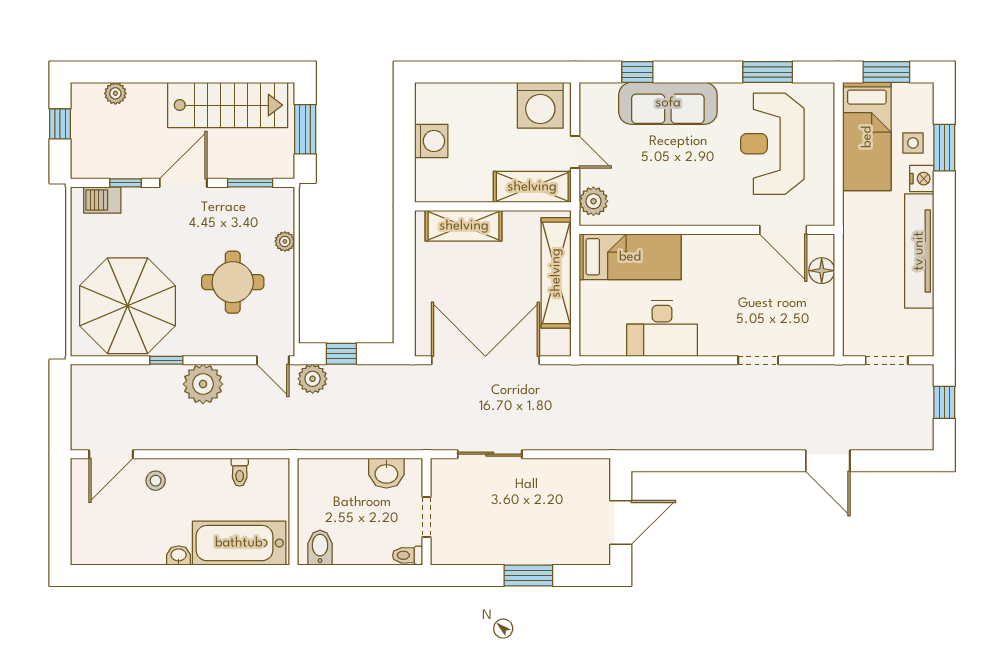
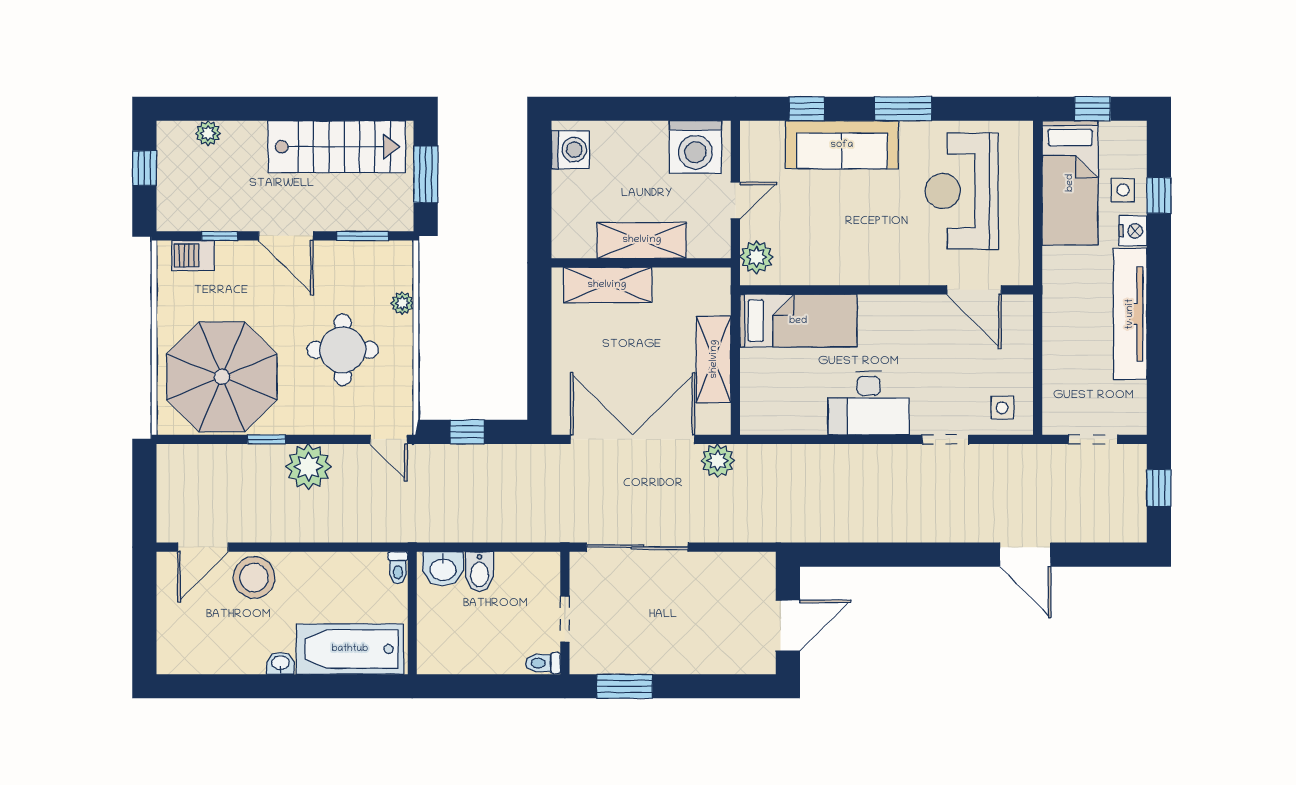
window: (768, 72) -> (903, 109), moved
window: (886, 72) -> (1092, 109), width x0.67
washing machine: (431, 141) -> (570, 150), moved
window: (944, 148) -> (1159, 195), width x0.67
door: (575, 152) -> (735, 201), hinge flipped
door: (183, 183) -> (286, 236), swing flipped
shelving: (532, 187) -> (642, 240), moved
floor lamp: (822, 271) -> (1018, 337), removed
shelving: (556, 273) -> (714, 359), width x0.68
desk: (662, 329) -> (869, 403), moved
side table: (808, 333) -> (1002, 408), added
plant: (313, 379) -> (718, 461), moved
sliding door: (490, 454) -> (637, 547), width x1.37
toilet: (240, 472) -> (398, 568), moved
washbasin: (386, 473) -> (443, 569), moved
stool: (156, 481) -> (254, 578), width x1.89, depth x1.89
bidet: (320, 548) -> (479, 572), moved, turned 180
window: (528, 575) -> (625, 686), moved

